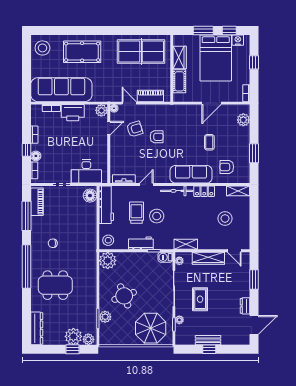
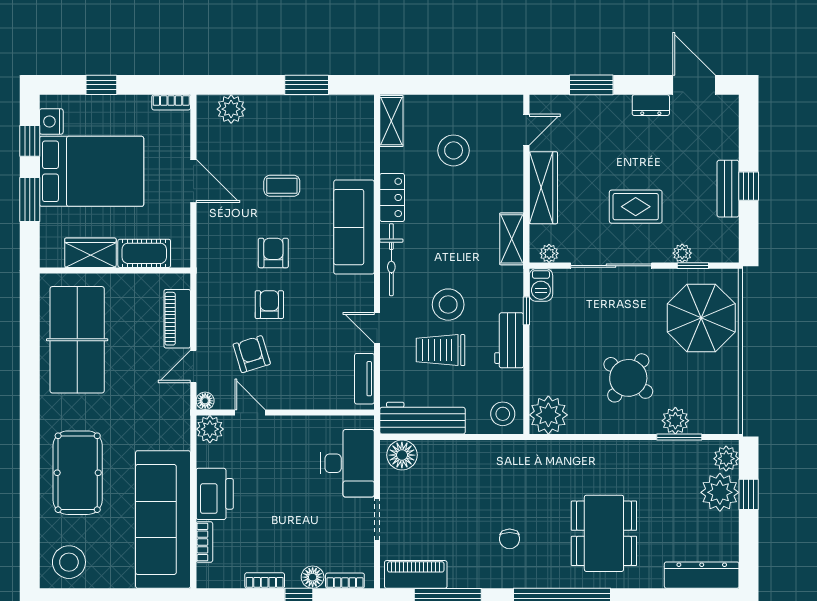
armchair: (227, 167) -> (273, 253), moved, turned 180
round table: (124, 296) -> (628, 378), turned -31

